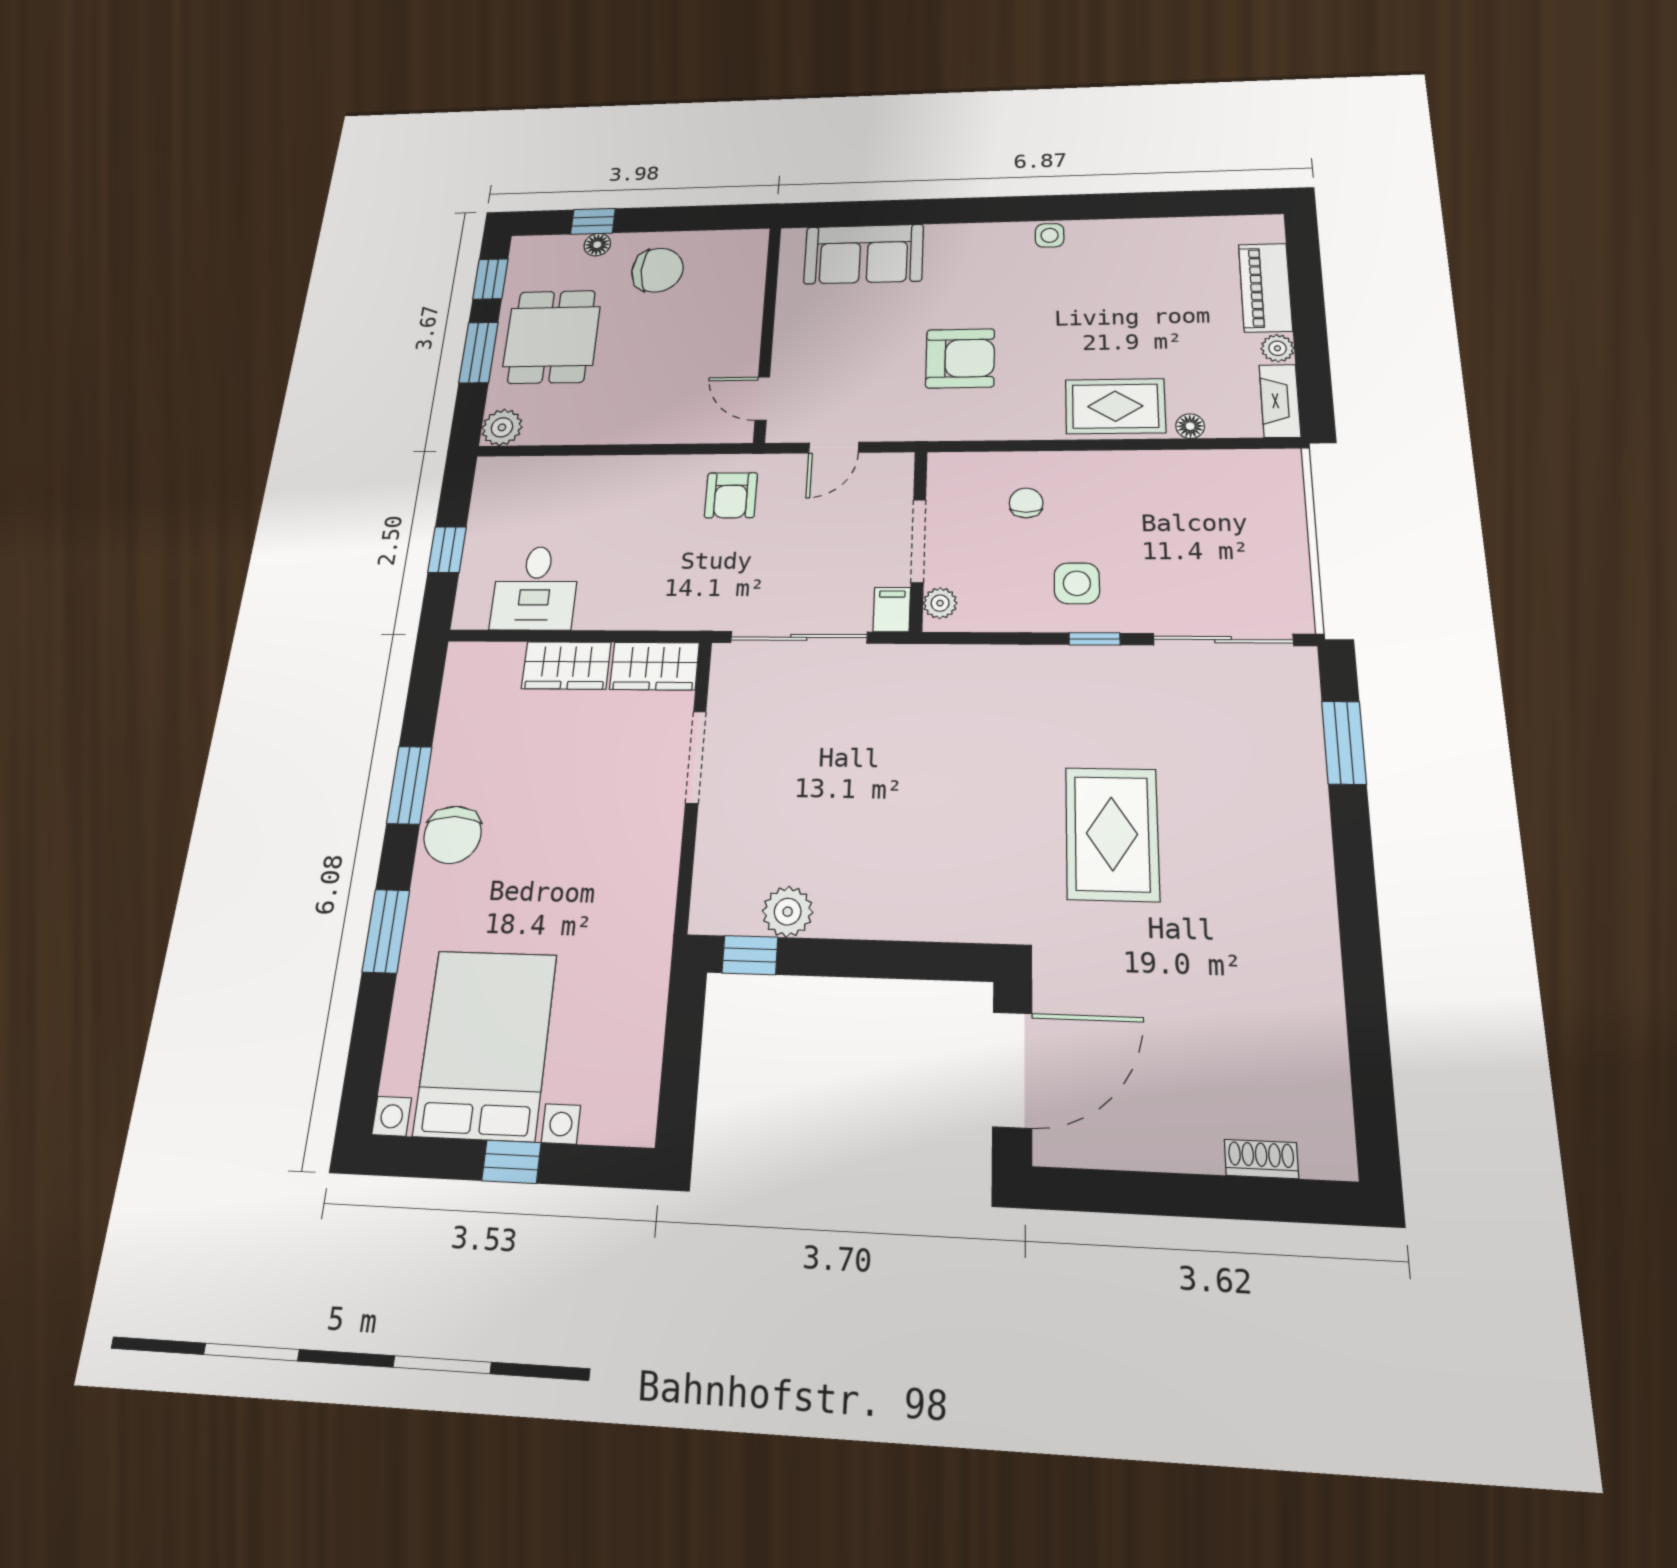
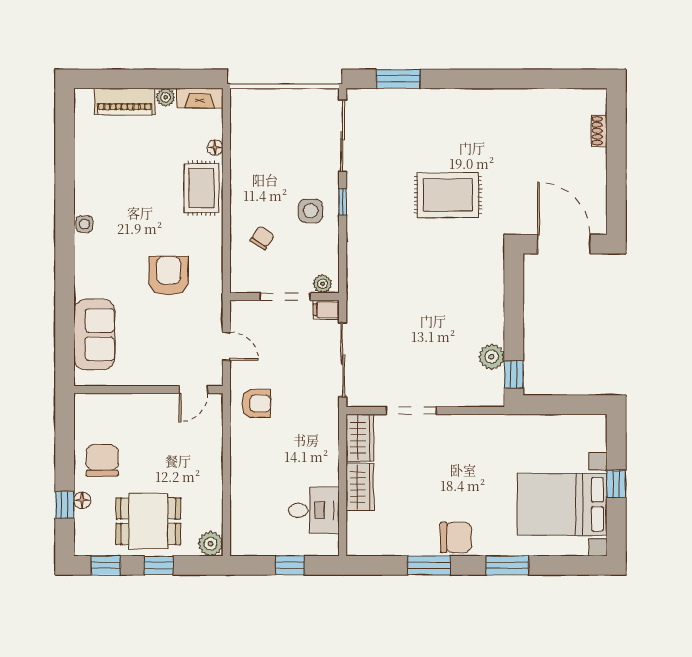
window: (479, 353) -> (159, 565), width x0.67
chair: (1026, 503) -> (262, 238), turned 123

